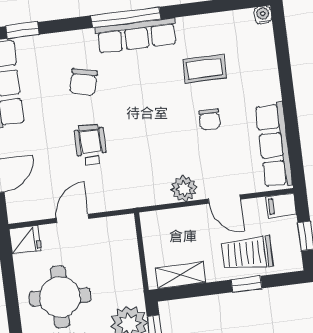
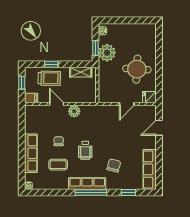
window: (22, 30) -> (128, 192), moved
wheelchair: (91, 145) -> (85, 150), moved
row of seats: (274, 145) -> (31, 153), moved

